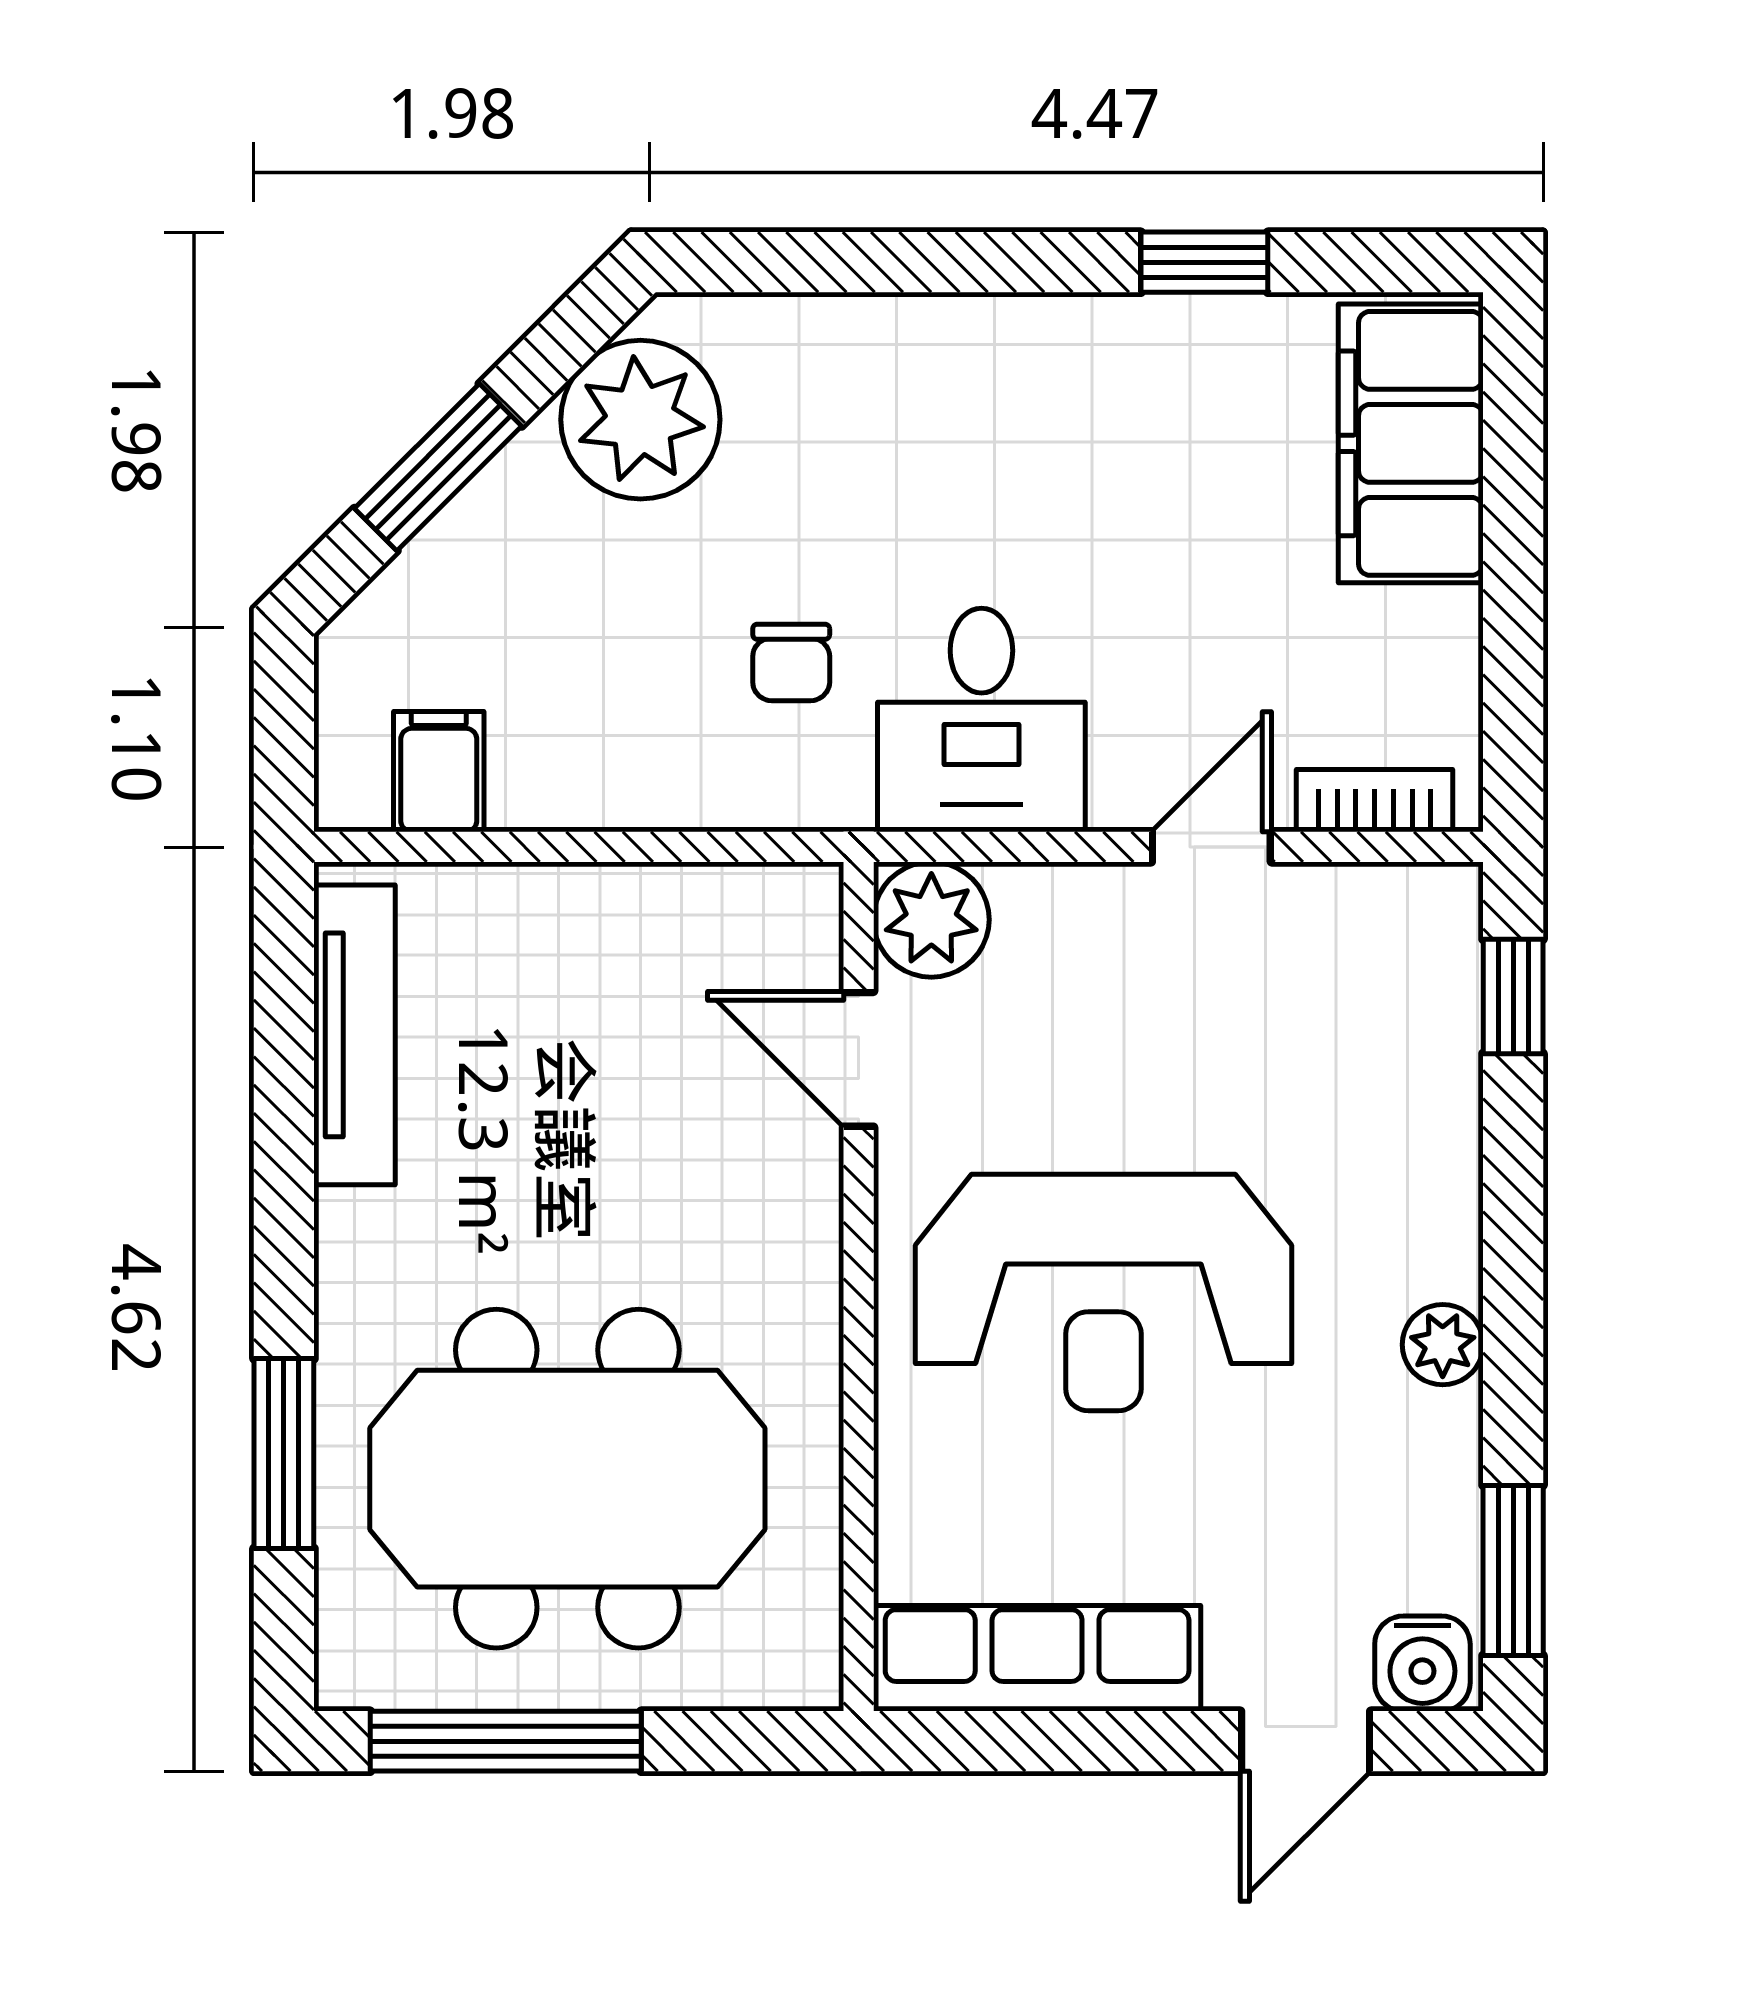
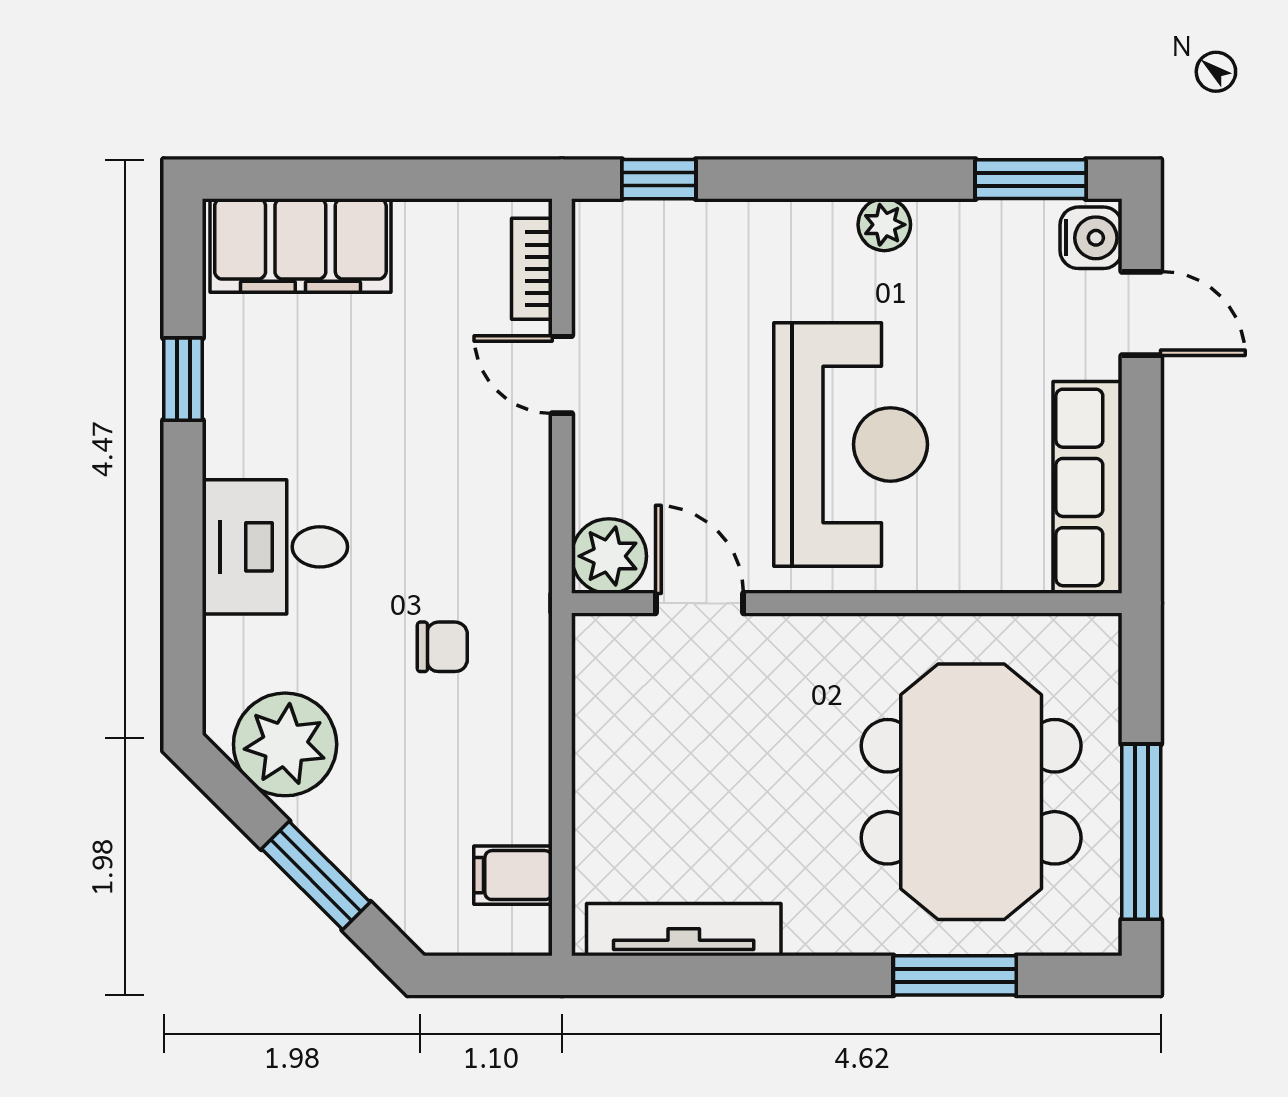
desk: (981, 720) -> (275, 547), moved, turned 180
door: (859, 1059) -> (699, 603), swing flipped

